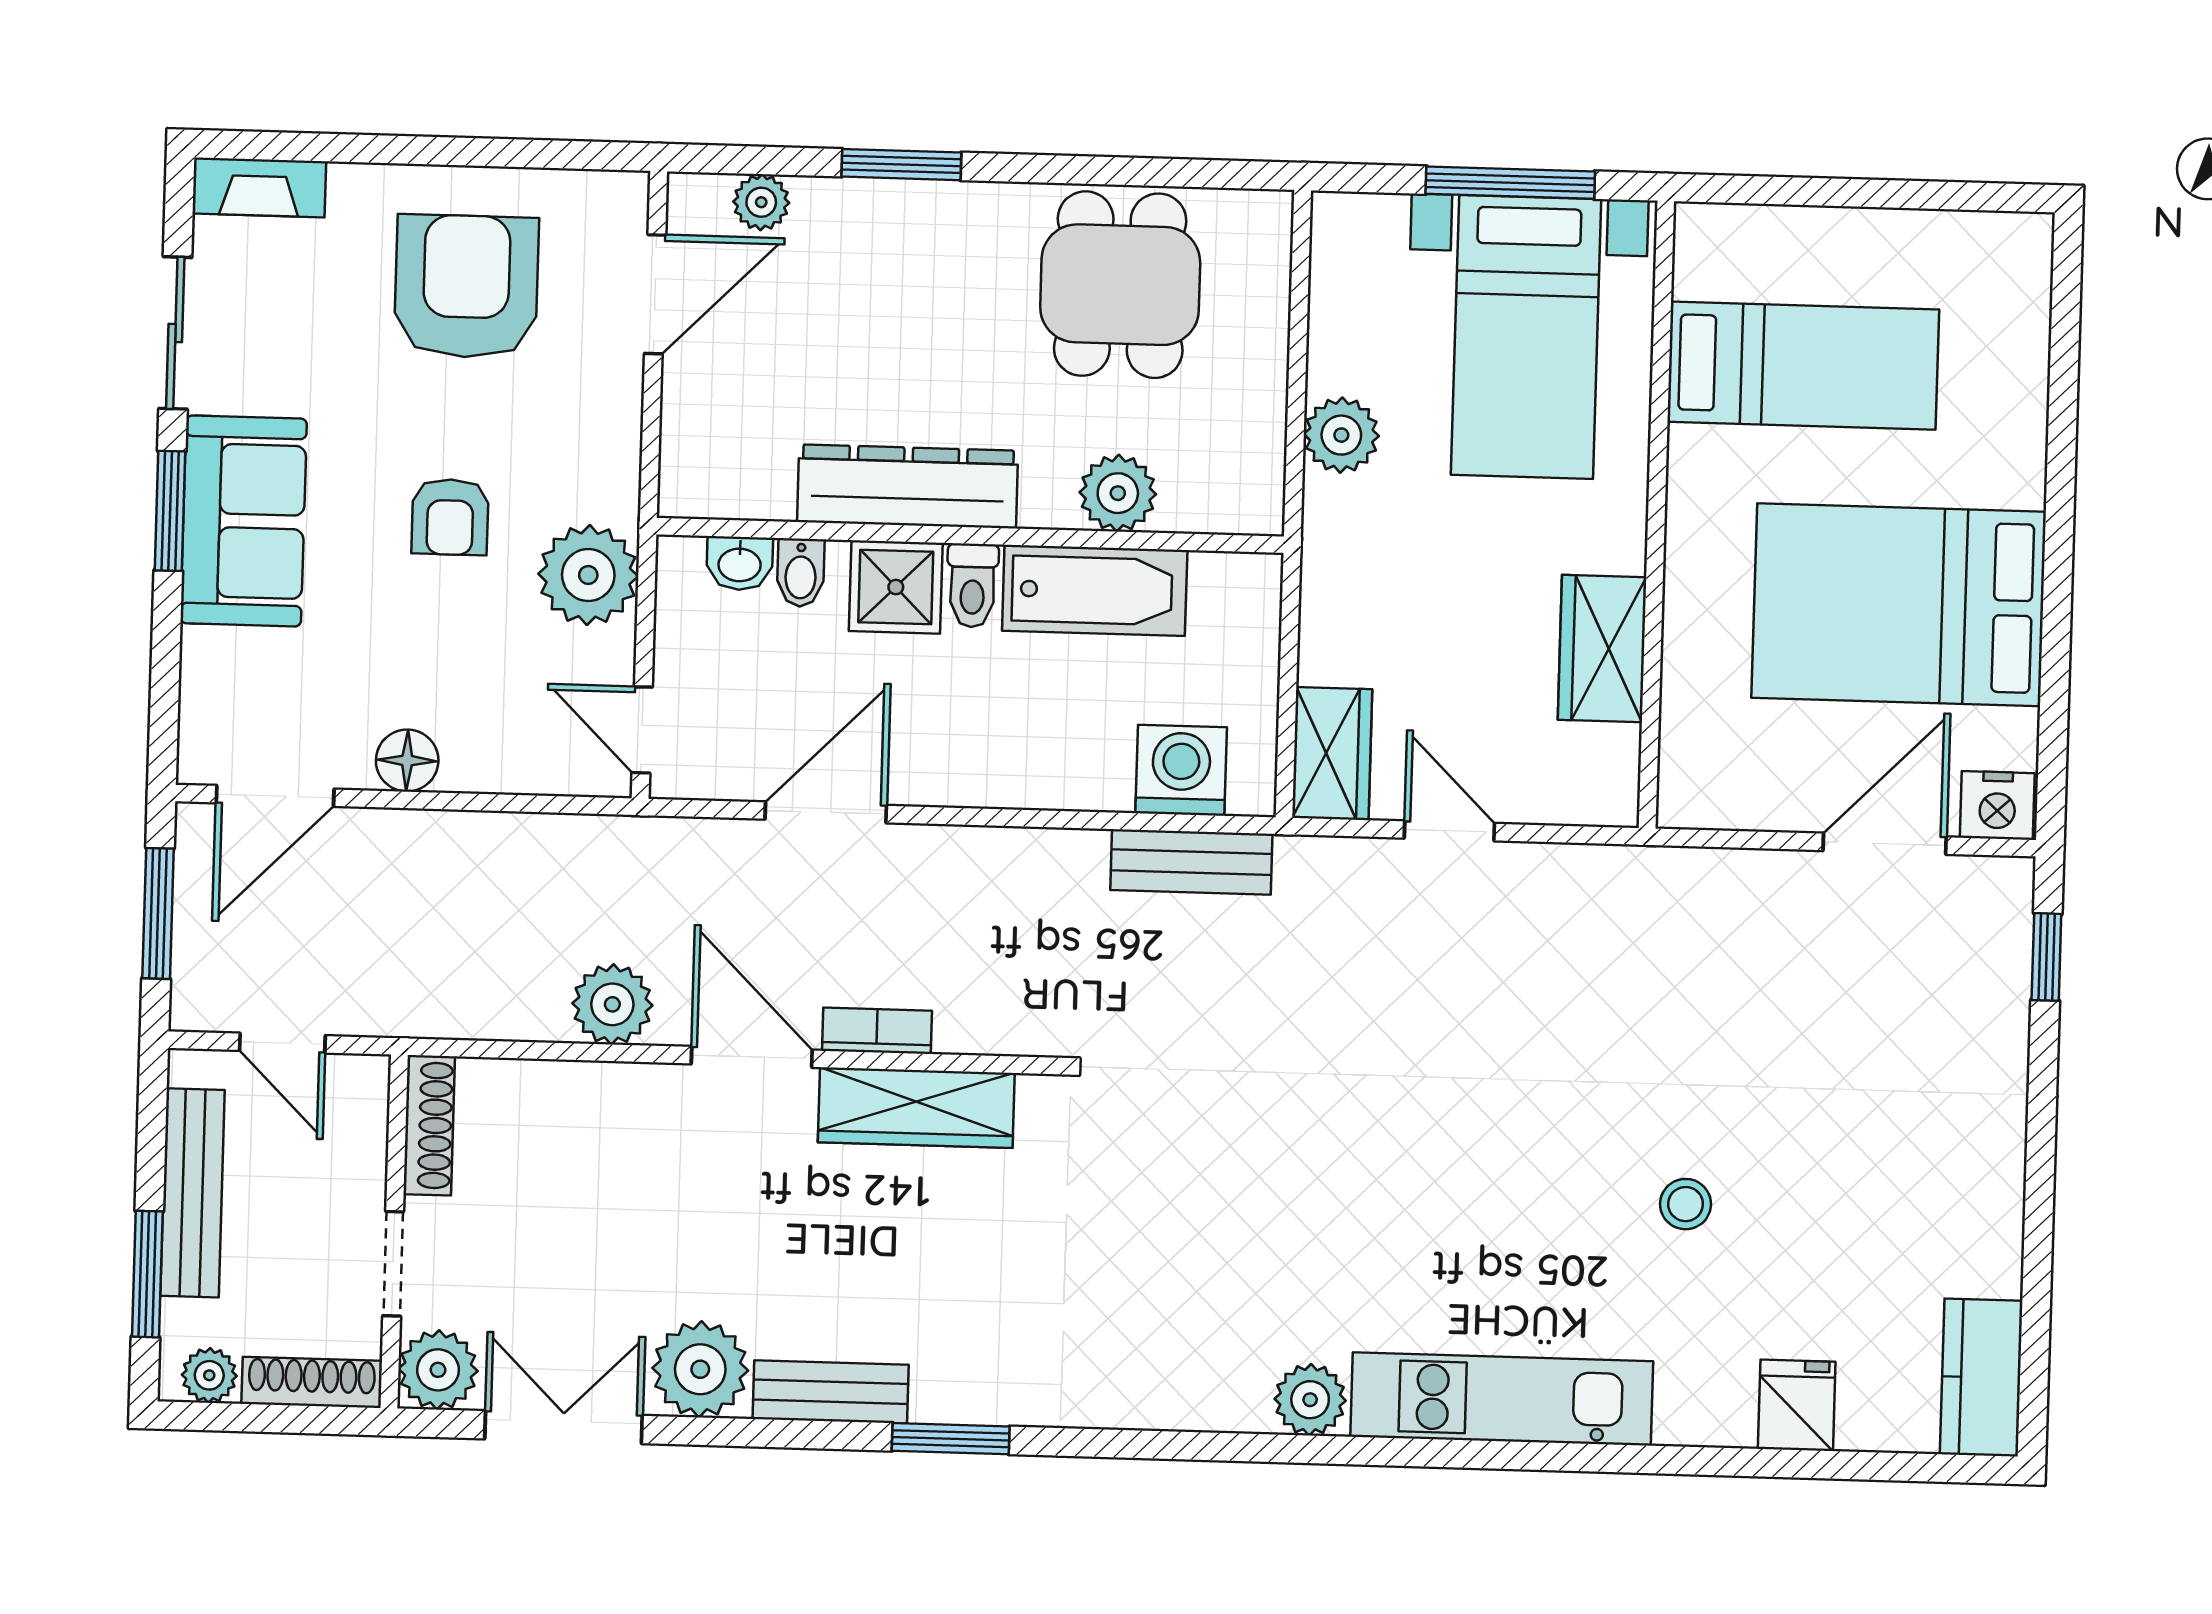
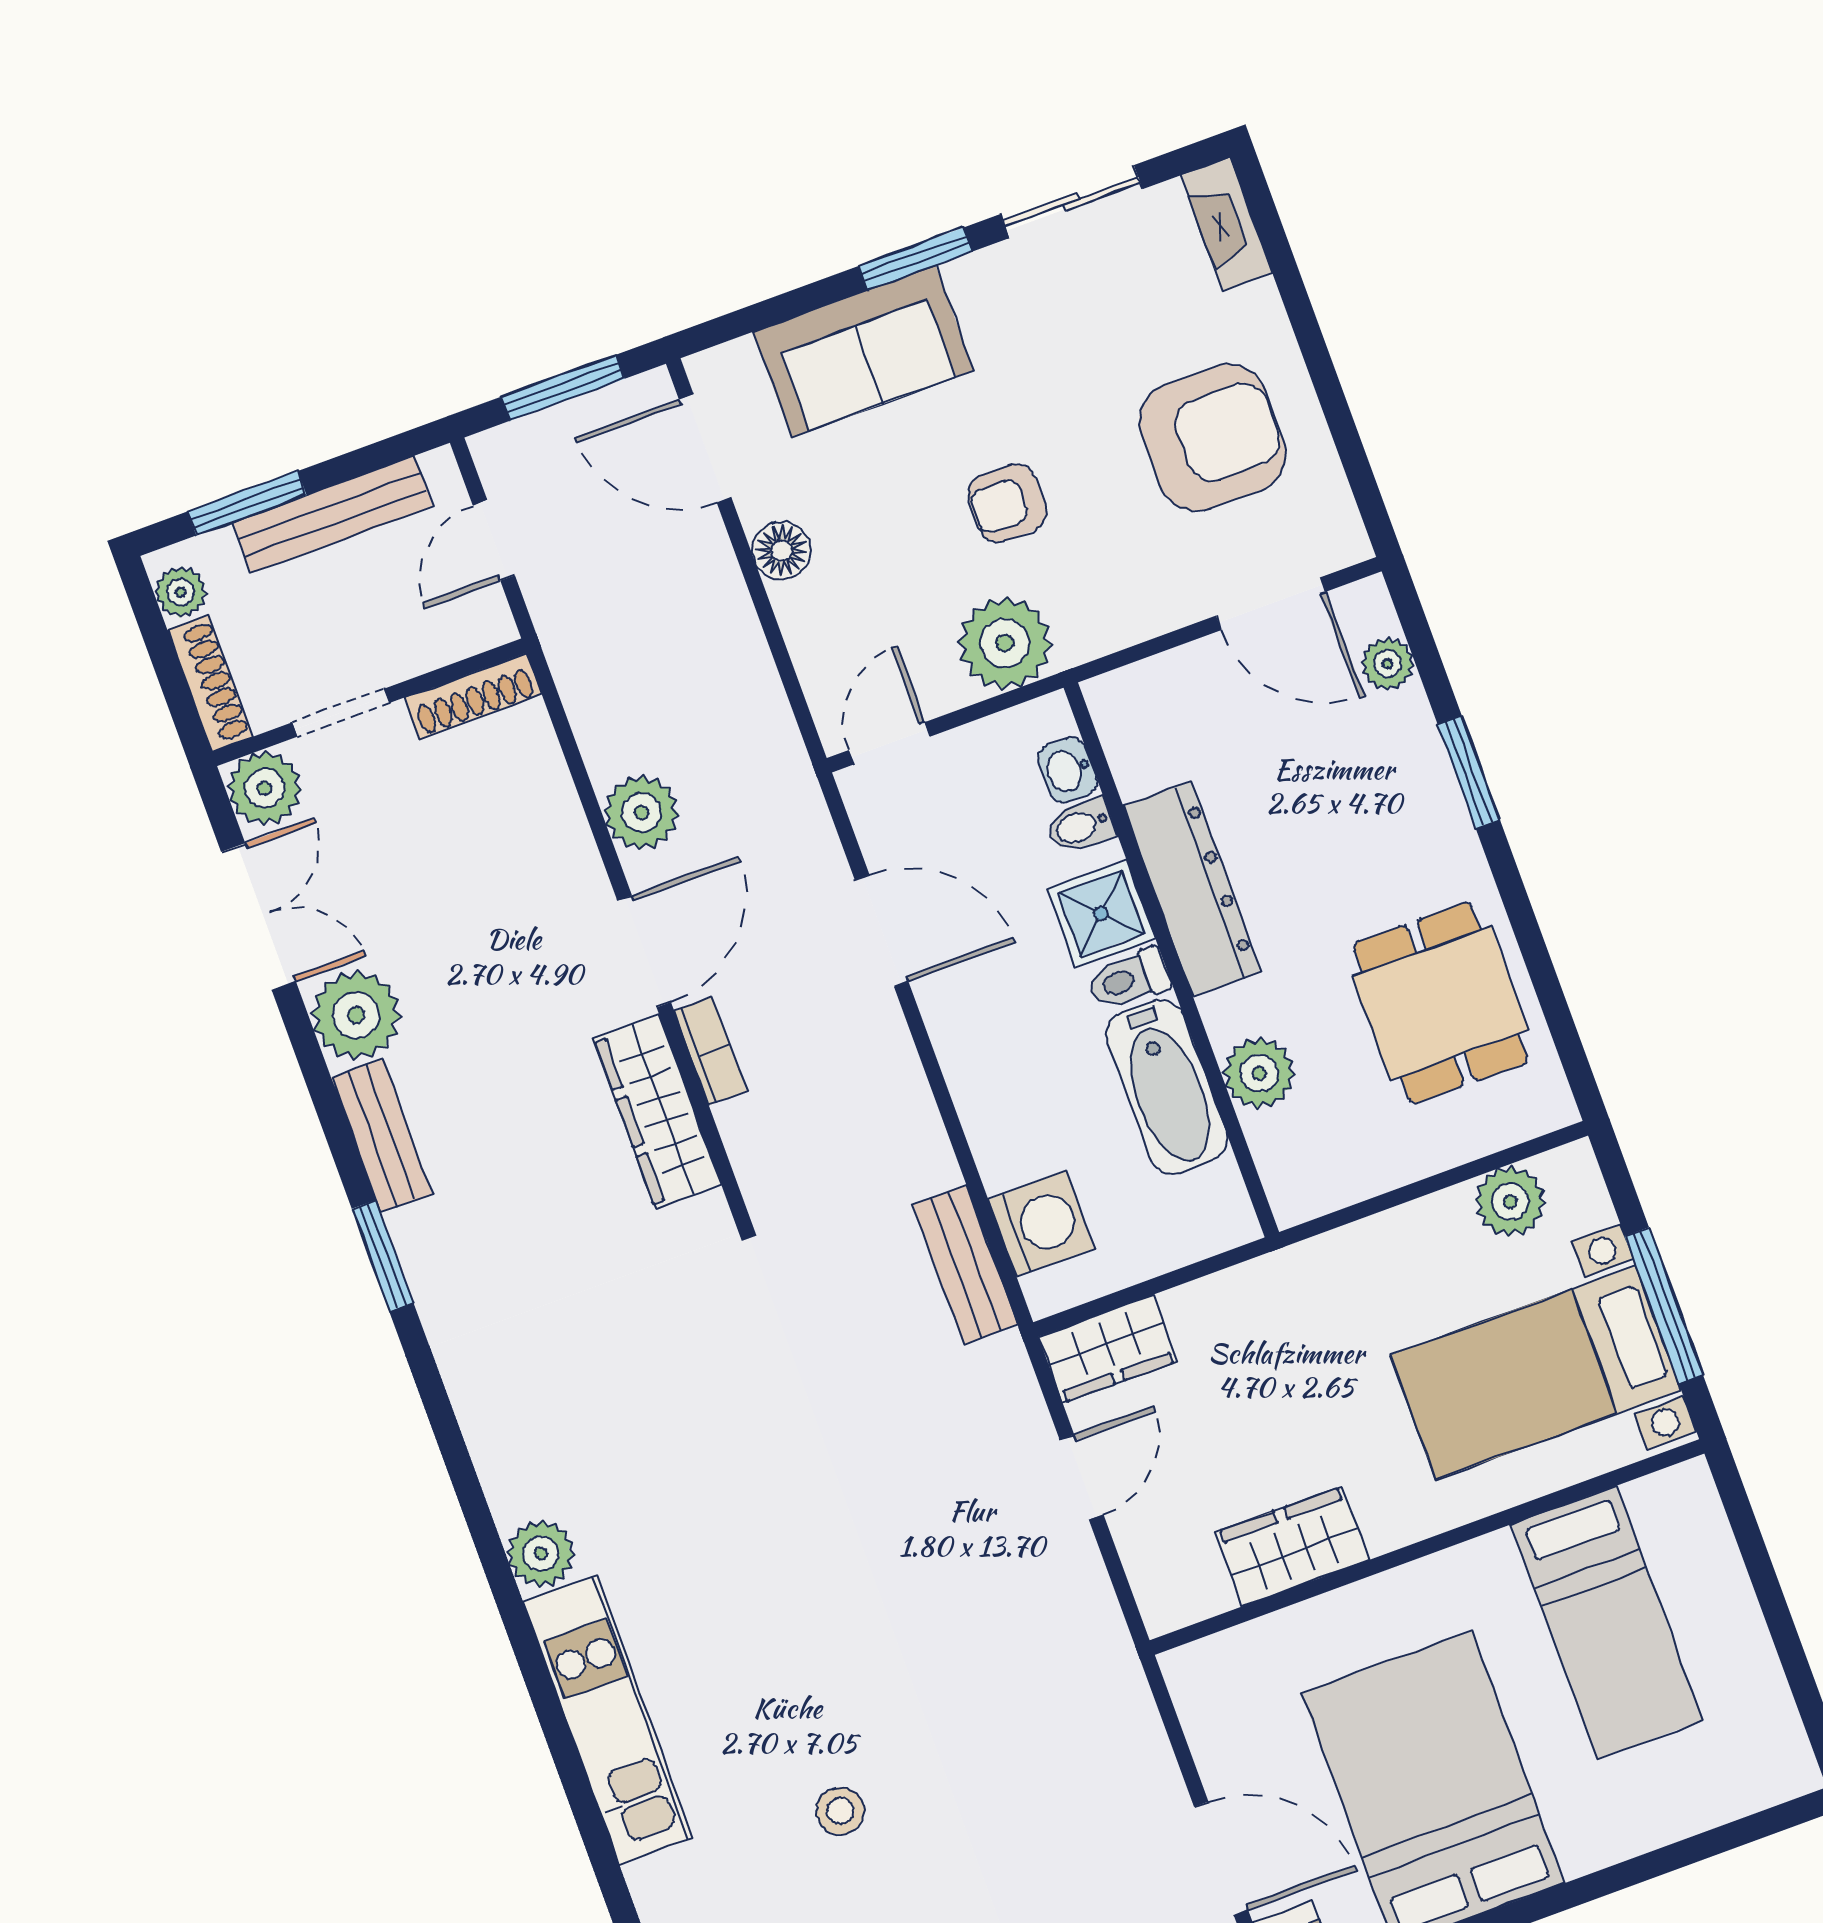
dining table: (1120, 285) -> (1440, 1003), turned 90
plant: (1341, 435) -> (1510, 1201), moved
sofa: (244, 521) -> (863, 351), moved

